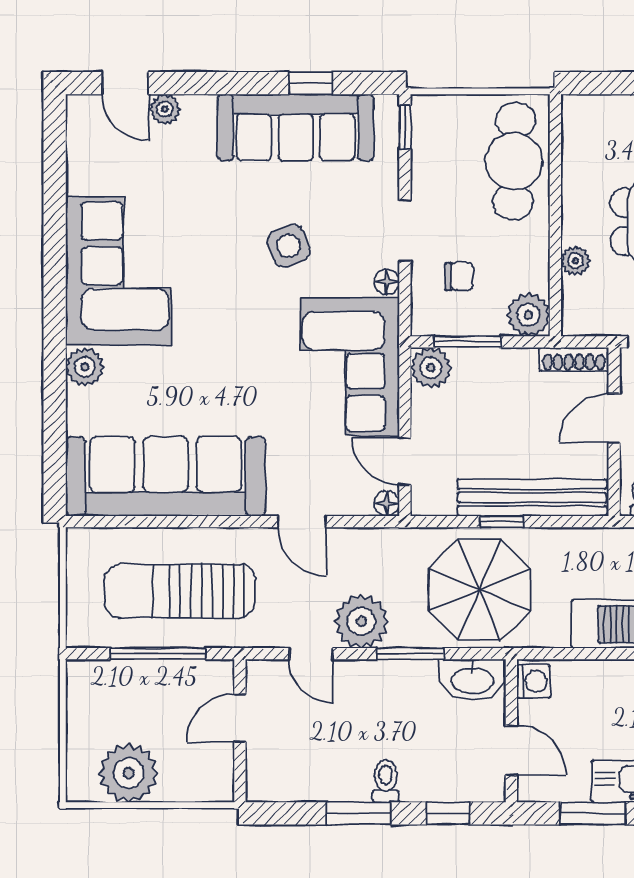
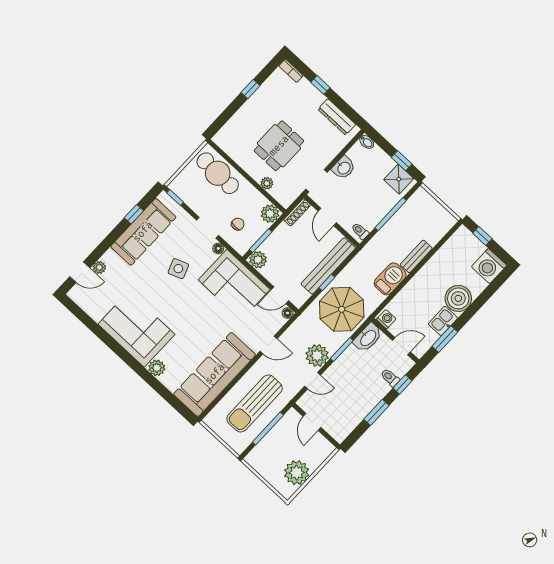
toilet: (386, 781) -> (390, 378), moved

